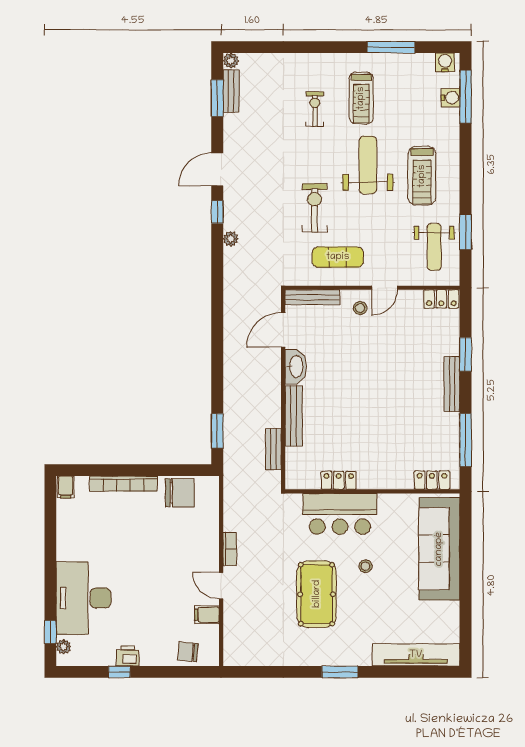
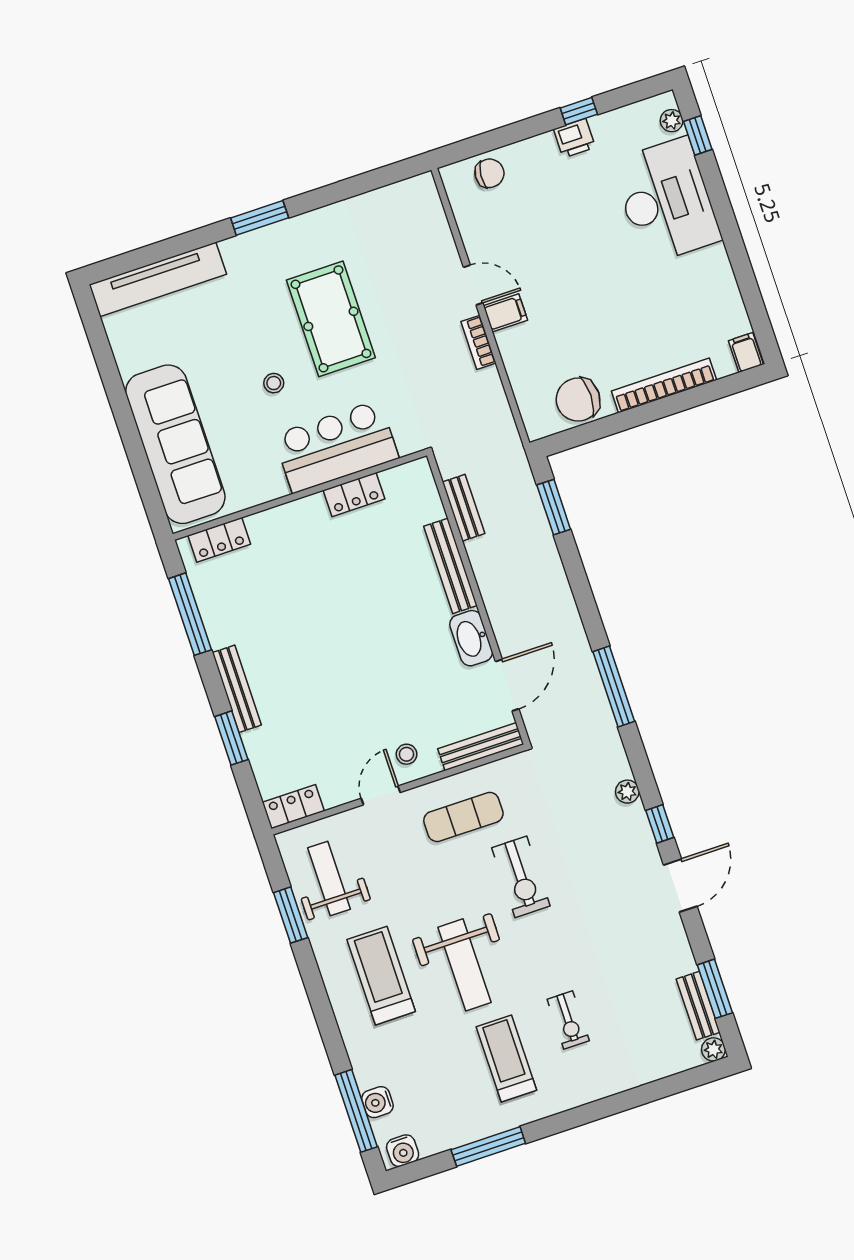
window: (217, 307) -> (614, 687), added
filing cabinet: (207, 615) -> (505, 313), moved

